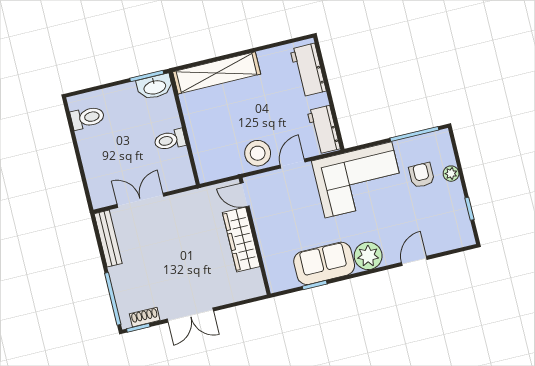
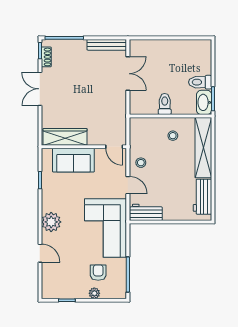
workbench: (308, 70) -> (202, 197), moved, turned -90
toilet: (87, 118) -> (200, 82), moved, turned 90
stool: (210, 119) -> (173, 136), added
stool: (258, 153) -> (141, 163), width x0.53, depth x0.53
armchair: (422, 175) -> (98, 273), turned -90
door: (245, 195) -> (114, 147), swing flipped
wardrobe: (241, 240) -> (65, 137), moved
sofa: (324, 263) -> (73, 160), moved, turned 90

